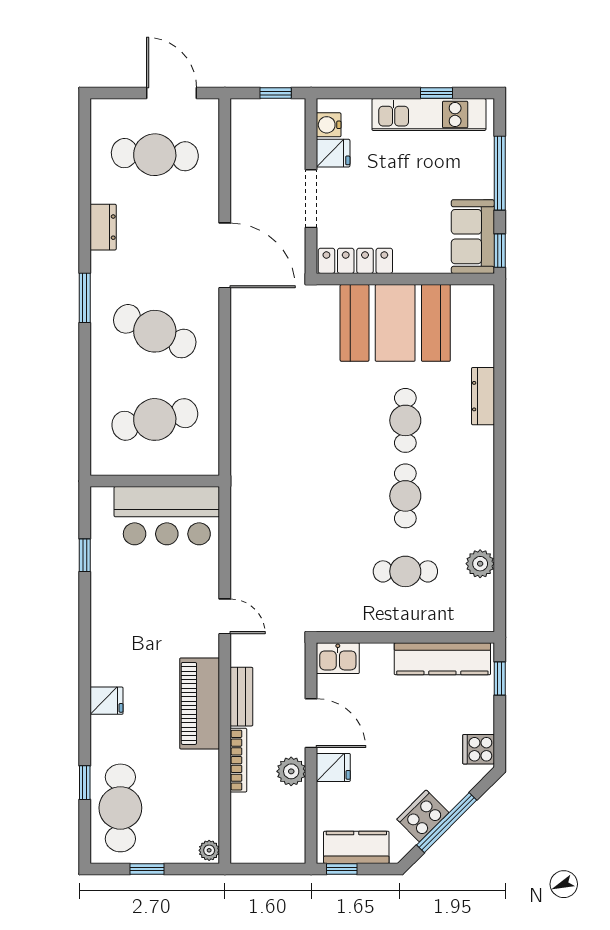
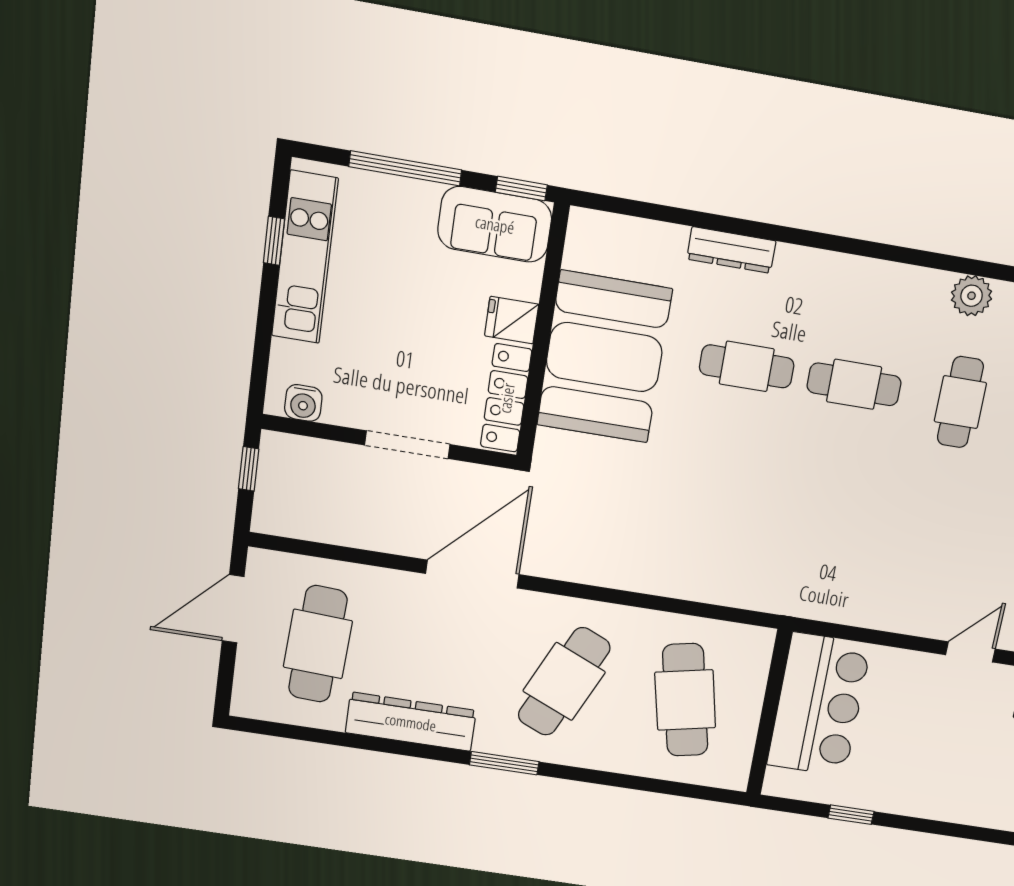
fridge: (333, 153) -> (512, 320), moved, turned -90
dresser: (103, 227) -> (411, 722), width x1.96, depth x1.24

